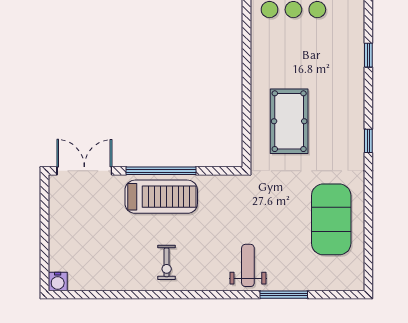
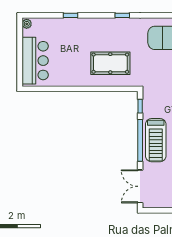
window: (218, 171) -> (140, 106), added
treadmill: (161, 197) -> (156, 140), turned 180

